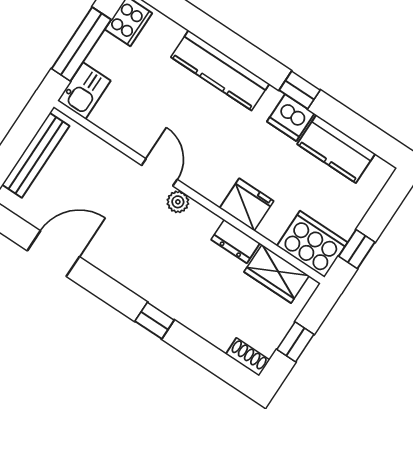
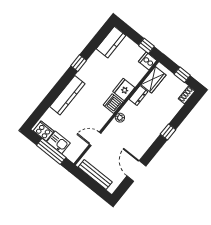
kitchen sink: (84, 91) -> (59, 142), moved
dishwasher: (291, 117) -> (113, 104), moved, turned 180
kitchen counter: (336, 149) -> (111, 42), moved
door: (159, 172) -> (95, 139), moved
cooker: (312, 244) -> (148, 61), width x0.53, depth x0.76

